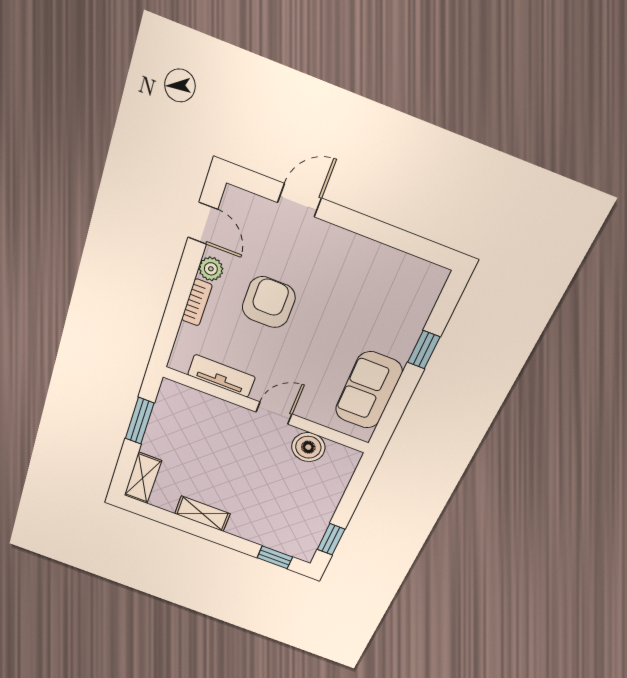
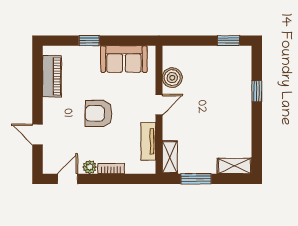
piano: (392, 265) -> (52, 76), added
armchair: (269, 302) -> (98, 113), moved
door: (274, 413) -> (159, 105), swing flipped
shelving: (202, 514) -> (170, 157), moved
window: (275, 557) -> (257, 91), moved

